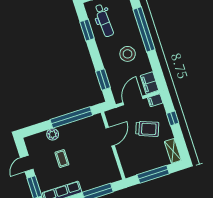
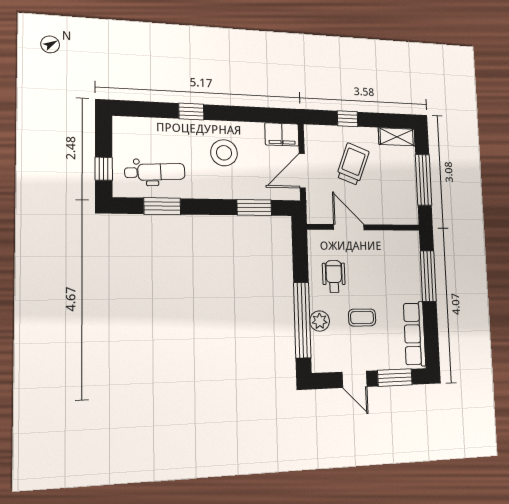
window: (144, 29) -> (191, 111), width x0.32
filing cabinet: (155, 100) -> (312, 136), removed
door: (133, 101) -> (302, 171), hinge flipped
window: (71, 117) -> (302, 320), moved
wheelchair: (80, 136) -> (334, 276), added

